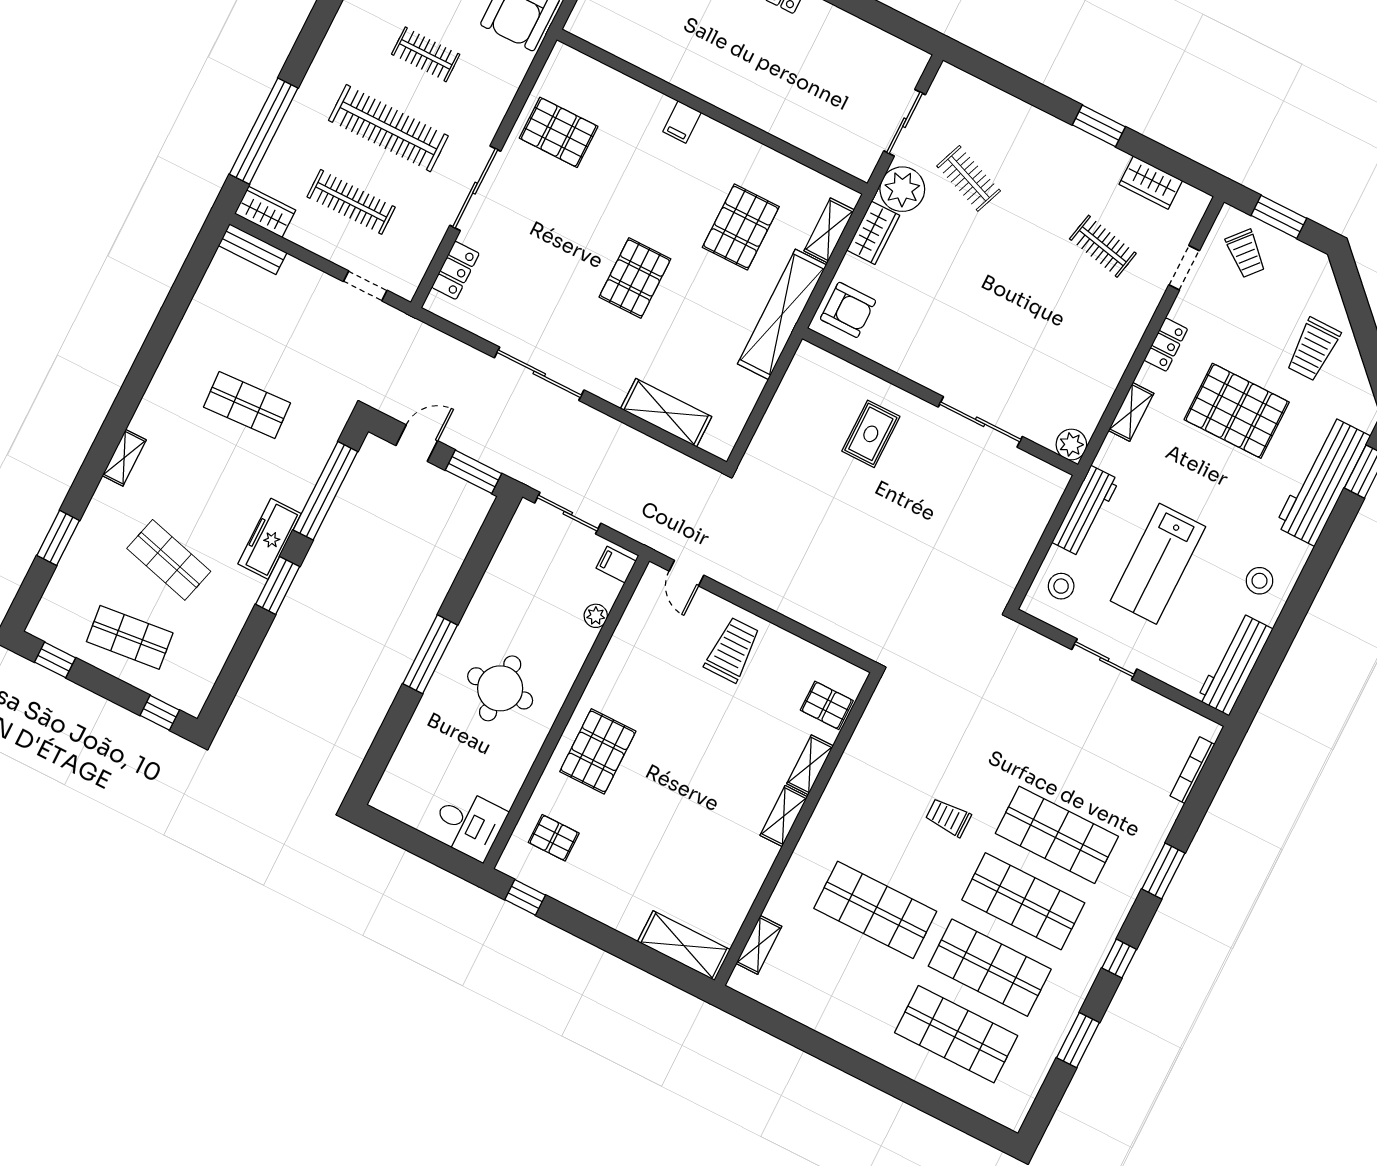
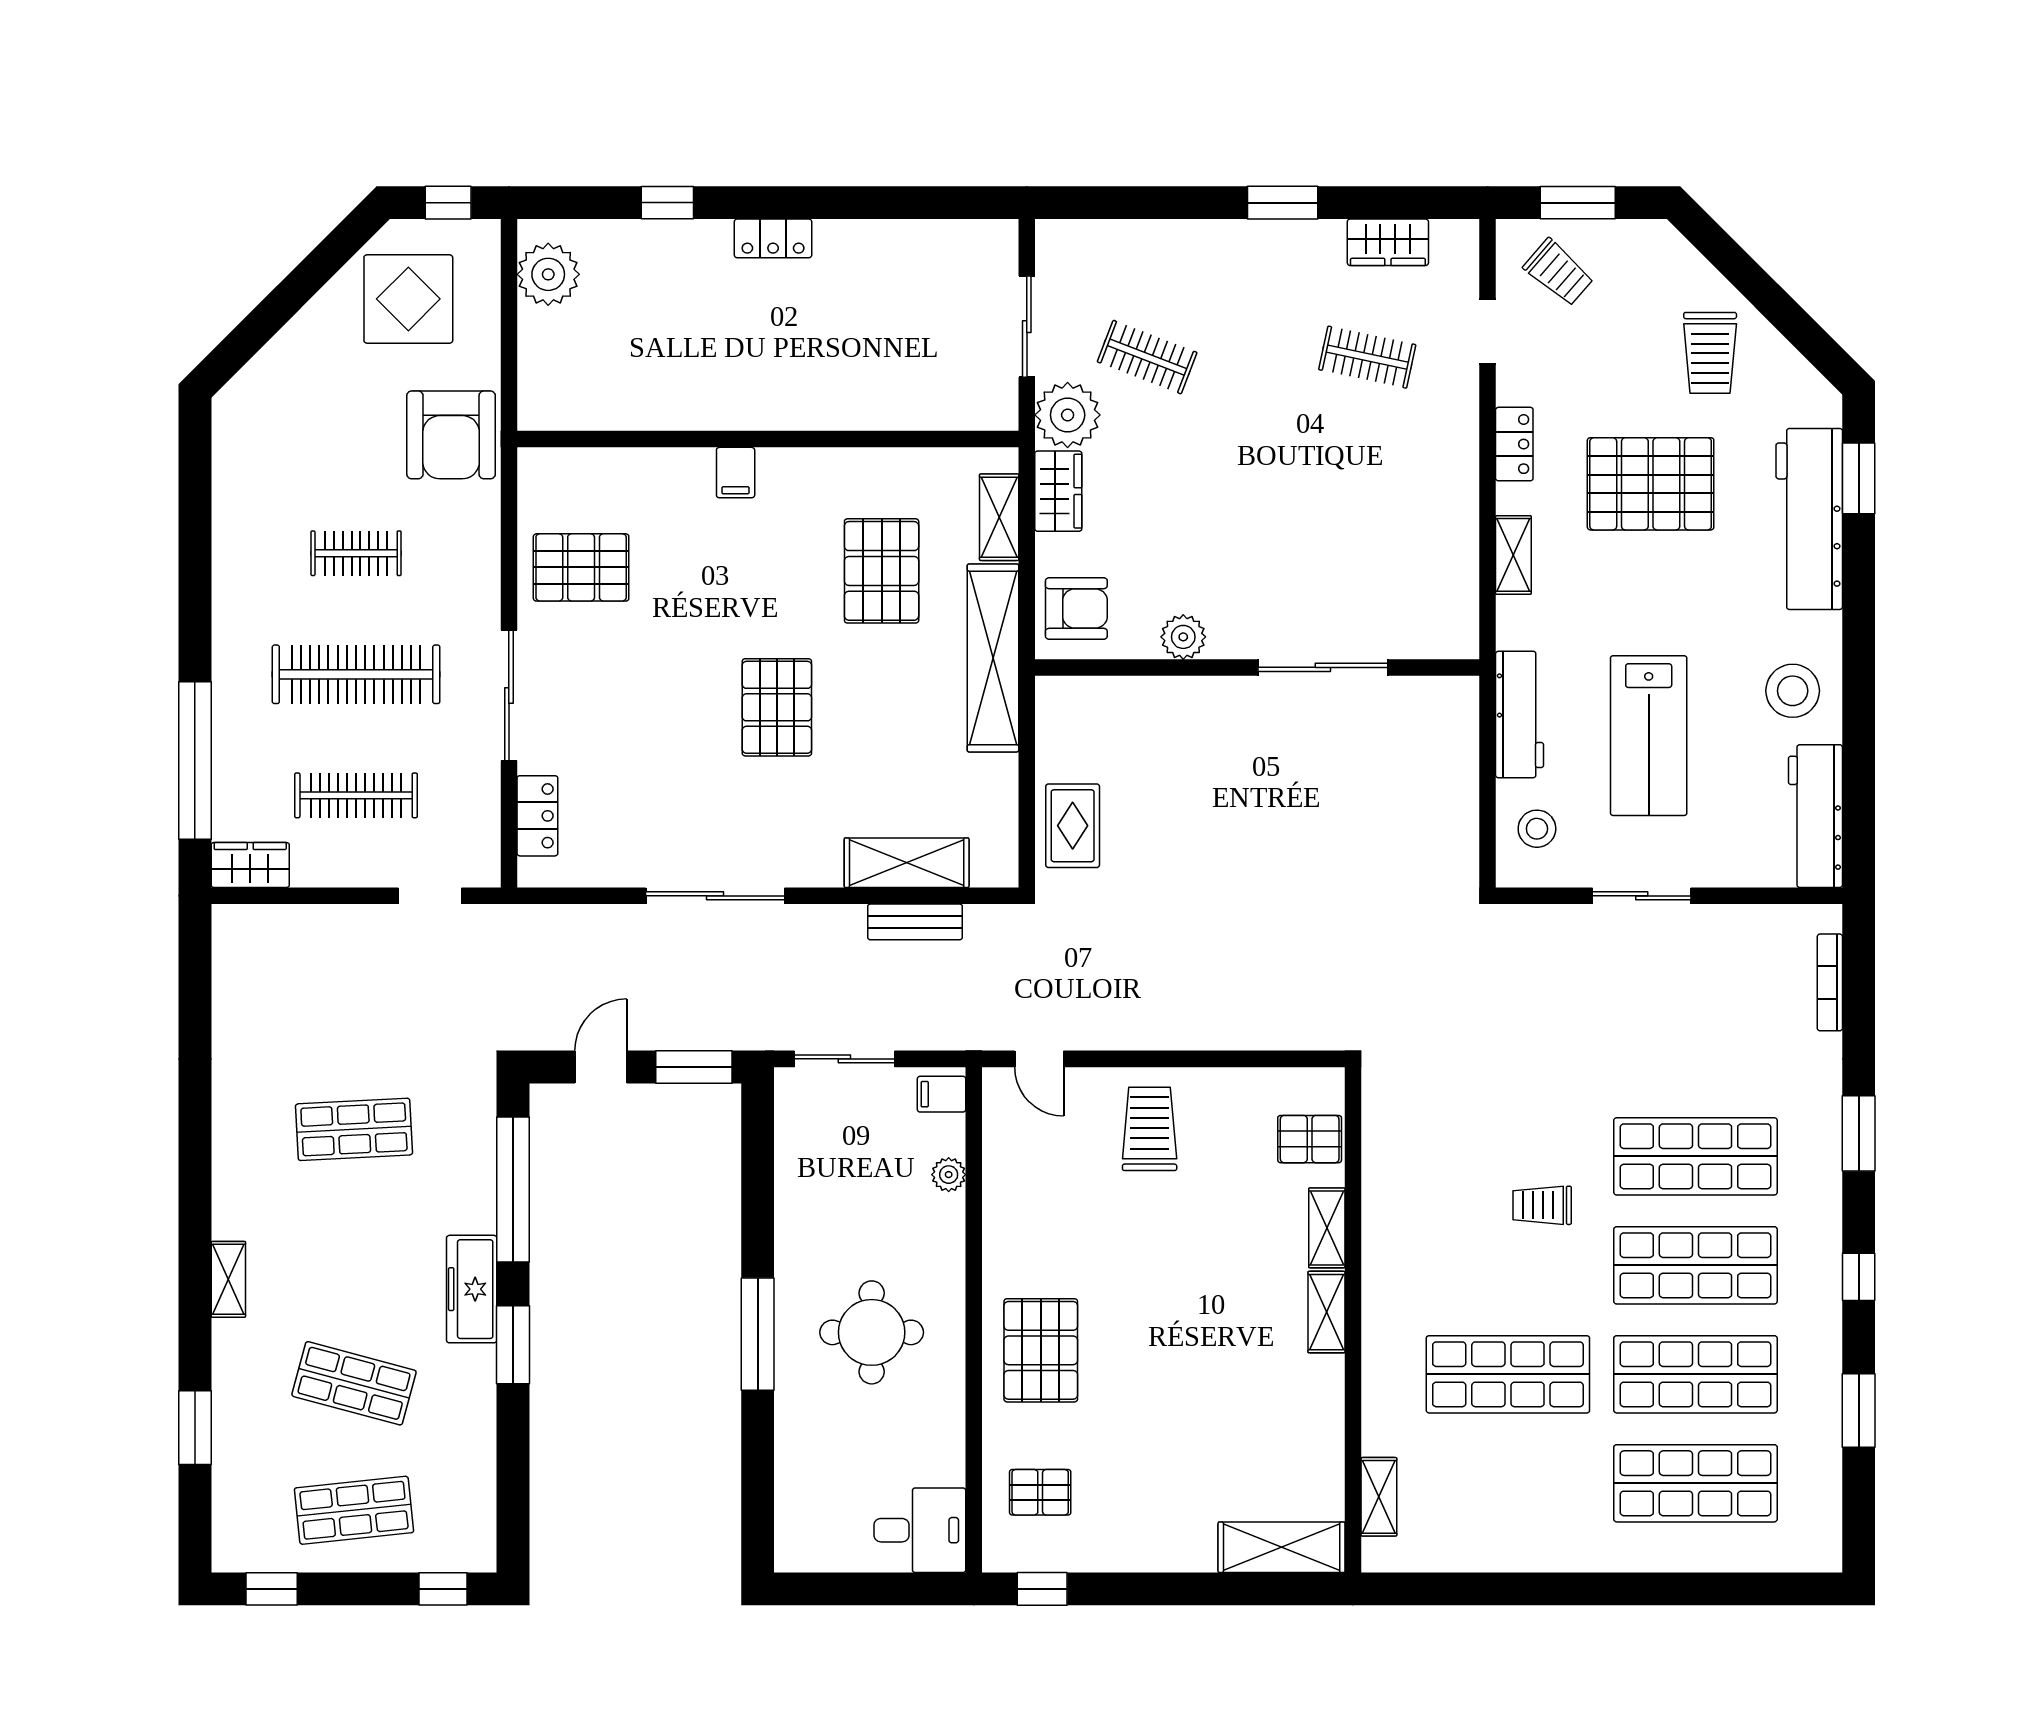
bench: (253, 249) -> (915, 922), moved
rug: (871, 434) -> (1073, 826), moved
plant: (1071, 444) -> (1183, 637), moved
stool: (1259, 581) -> (1793, 691), width x1.38, depth x1.38

